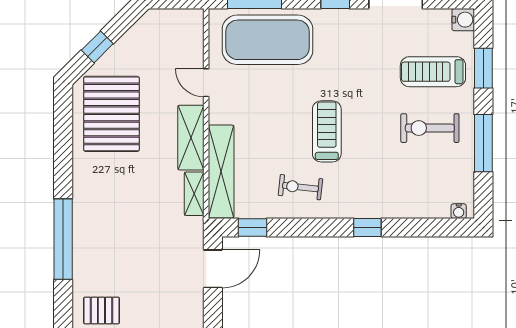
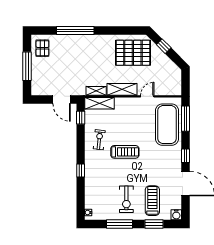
exercise bike: (430, 128) -> (126, 199), turned 180
shelving: (221, 172) -> (100, 103), width x0.68

